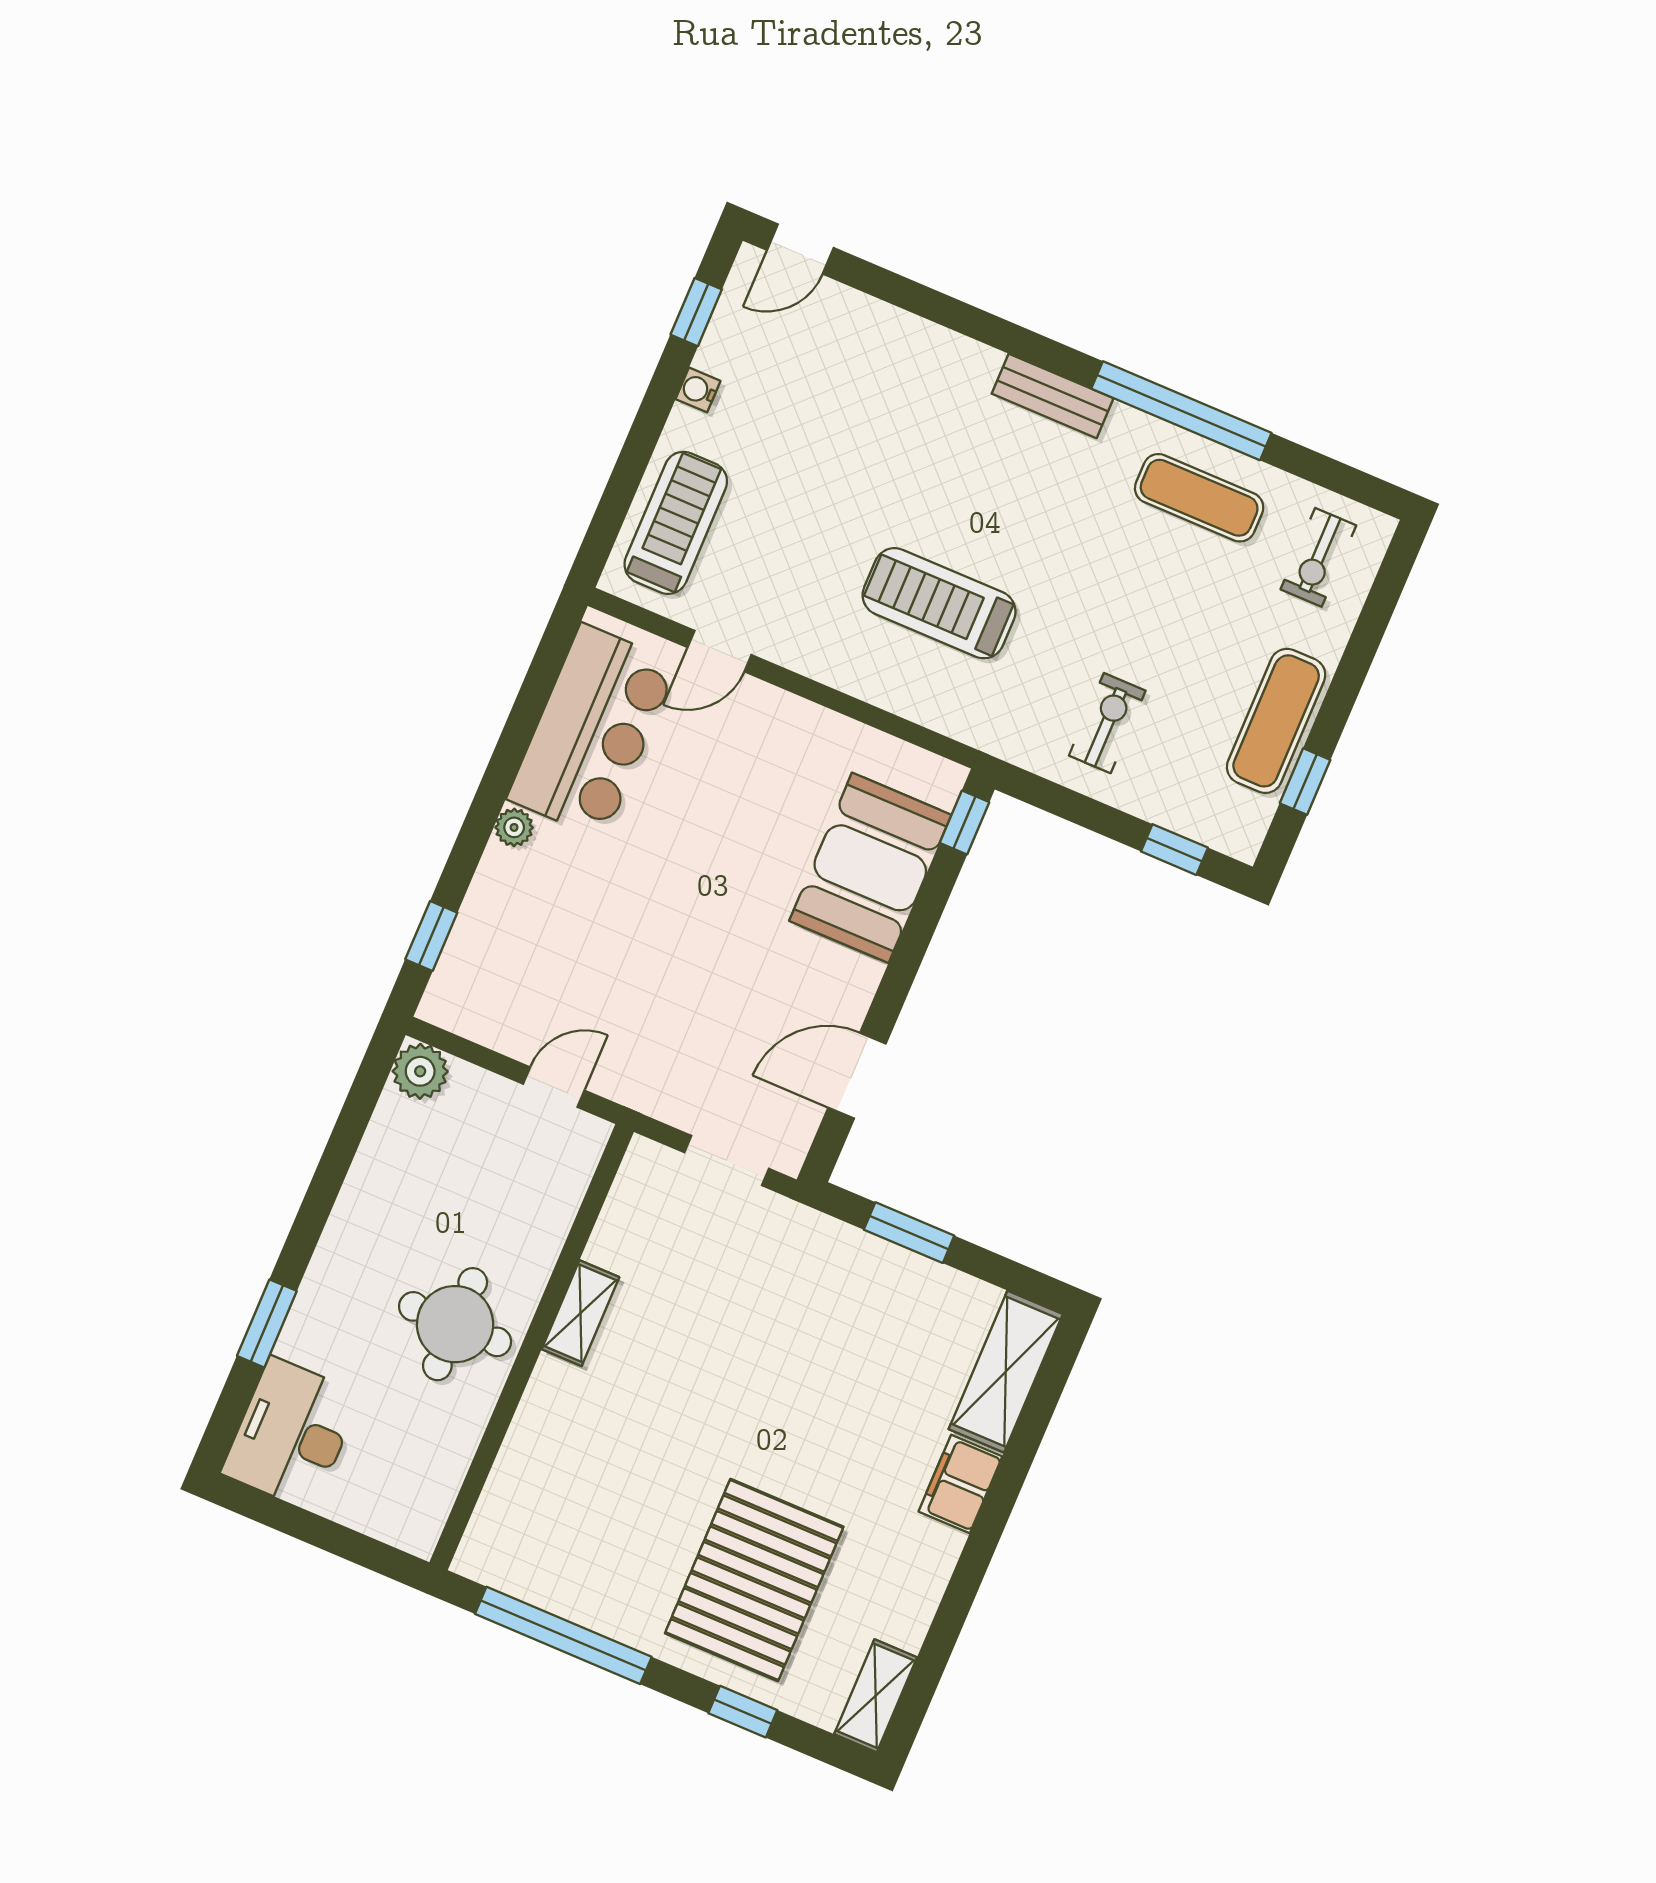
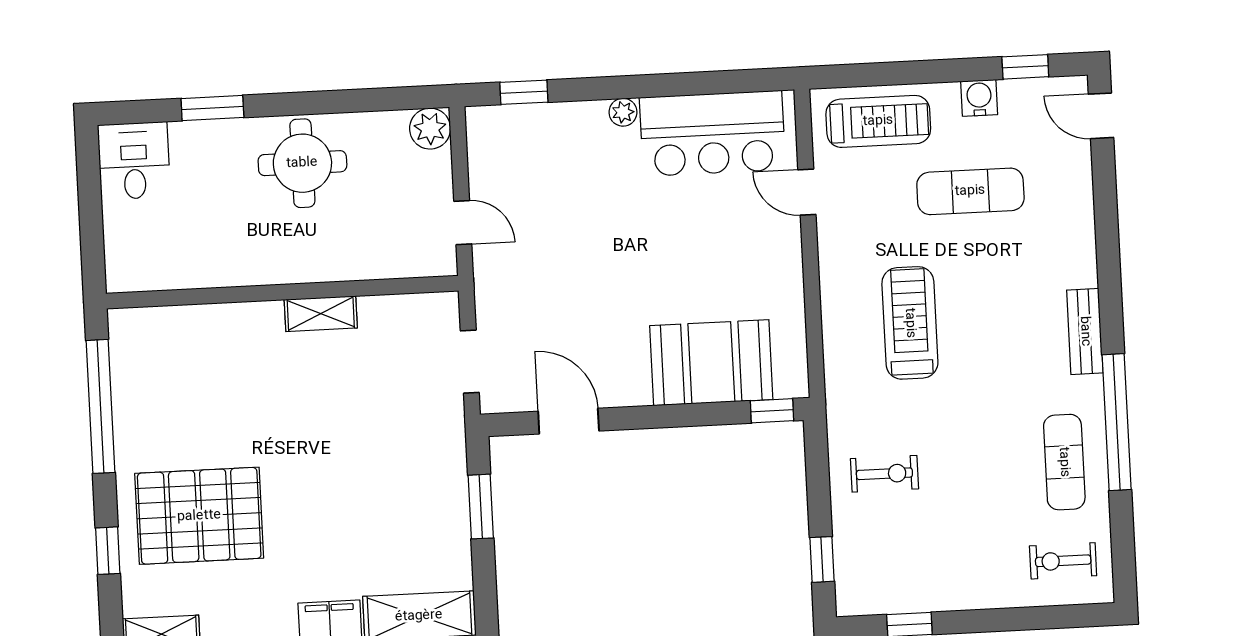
water cooler: (698, 390) -> (979, 98), width x1.38, depth x1.38
exercise mat: (1276, 721) -> (970, 191), moved
round table: (455, 1324) -> (302, 163), moved
desk: (291, 1434) -> (134, 161), width x0.73

